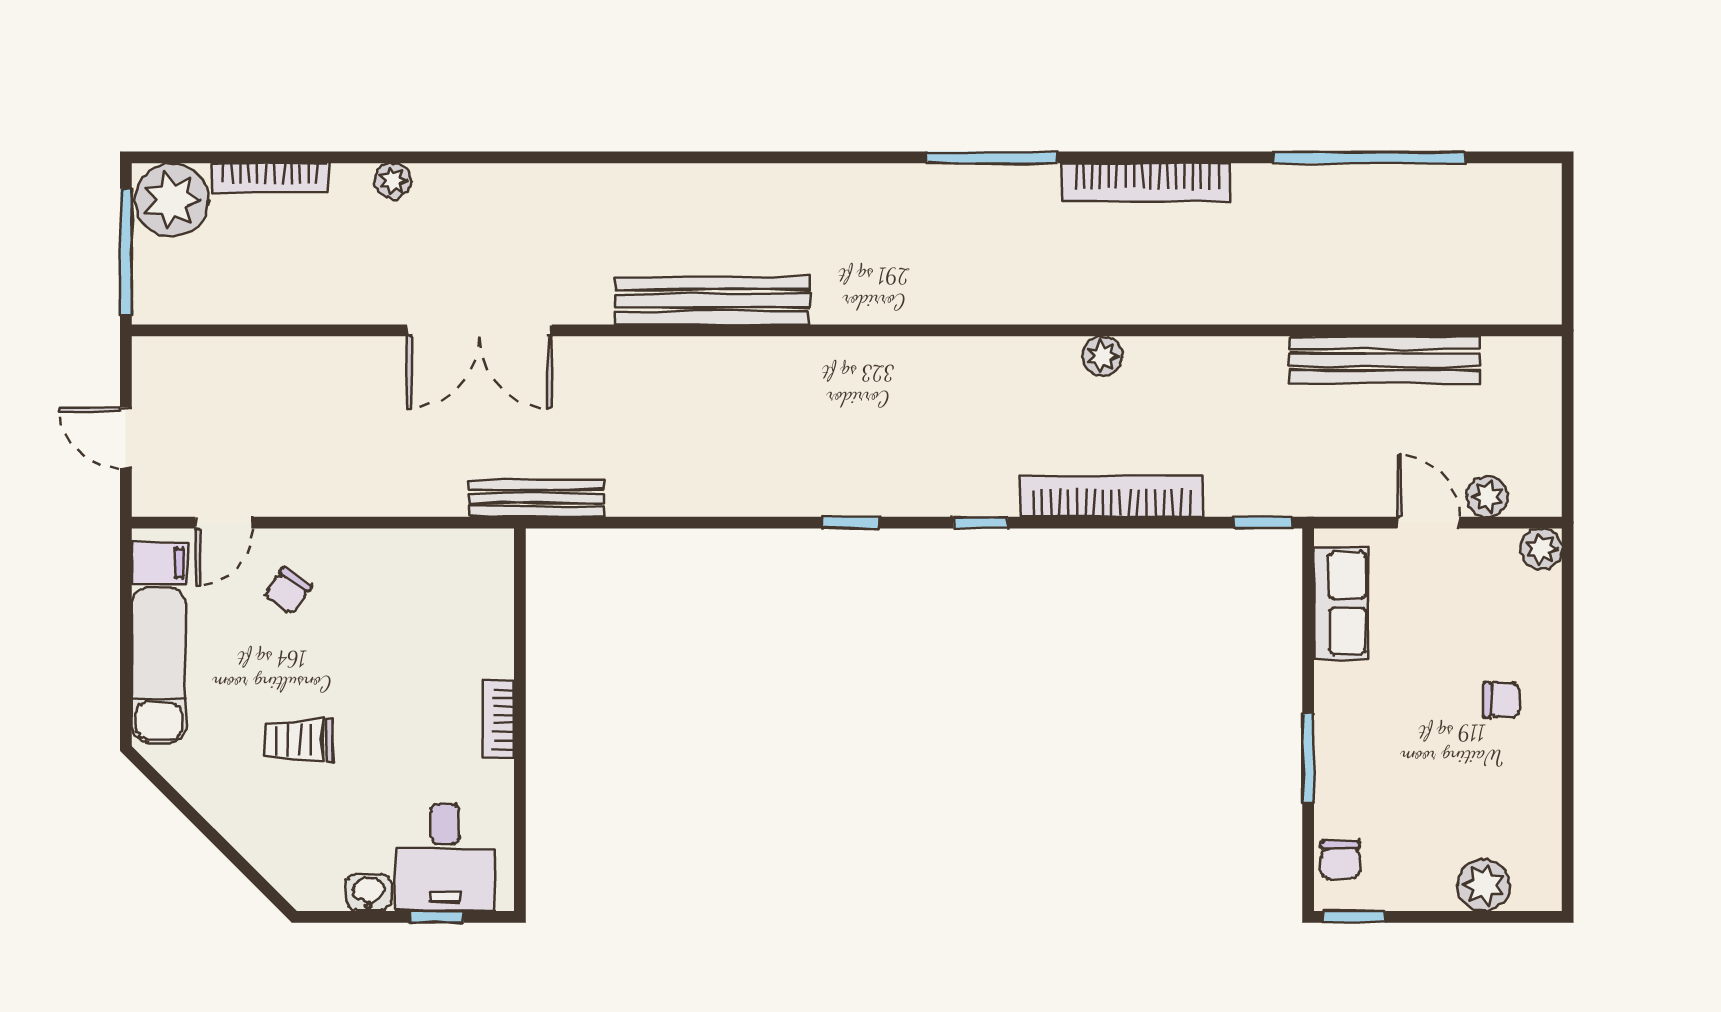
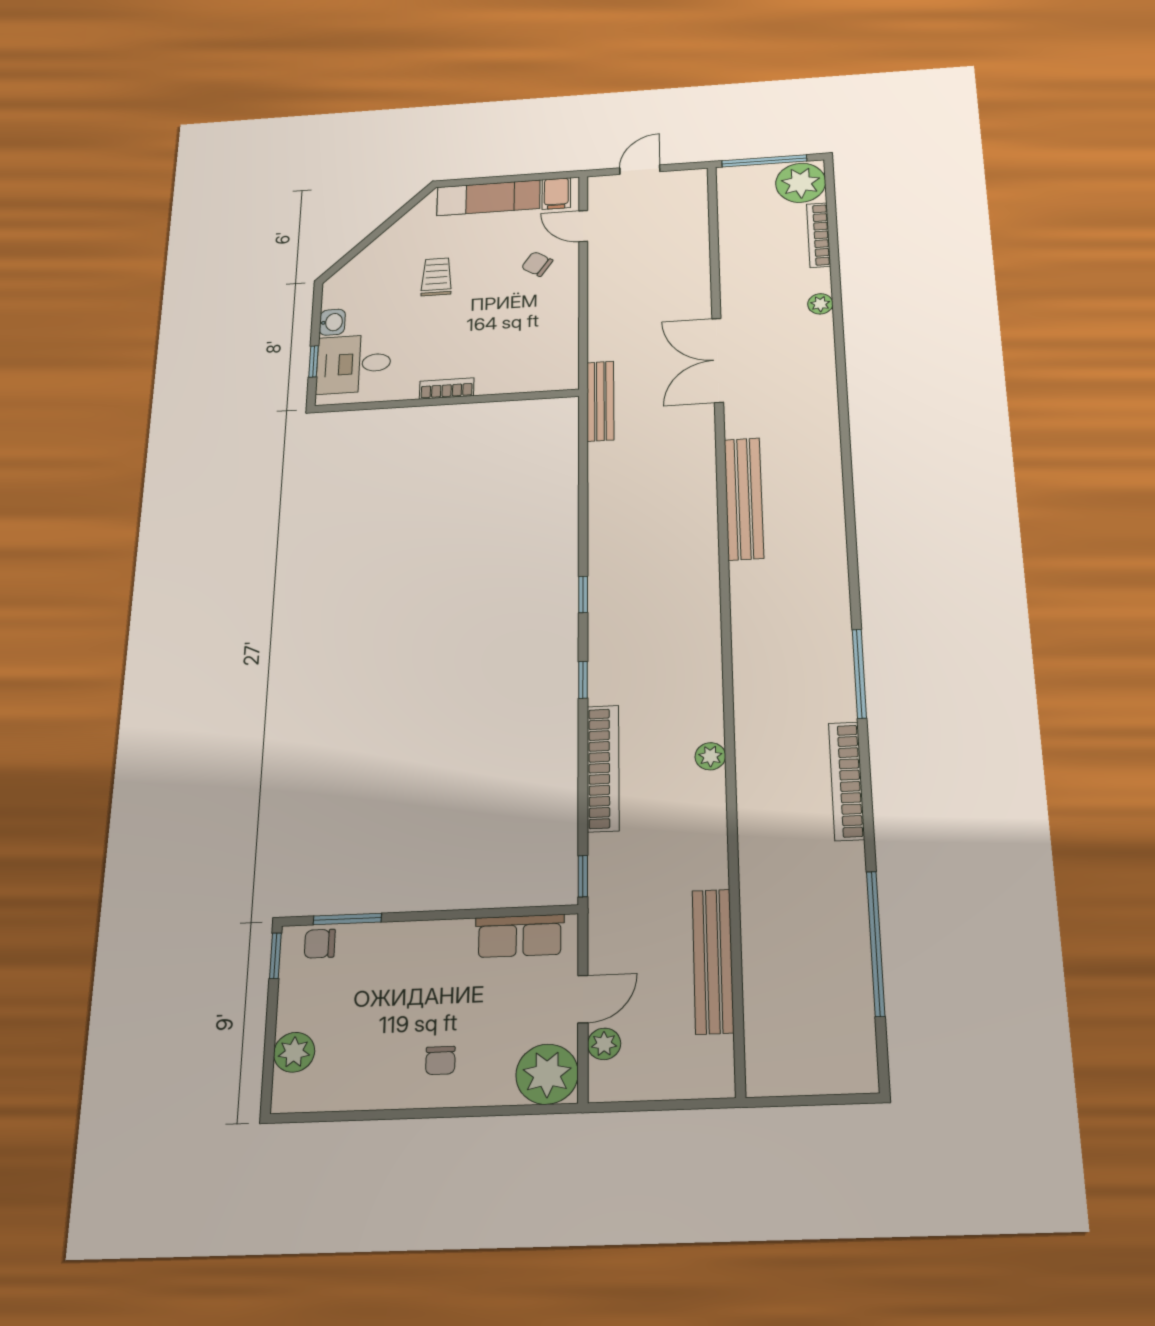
plant: (1541, 549) -> (547, 1074), width x1.88, depth x1.88
window: (1308, 758) -> (347, 919), moved

